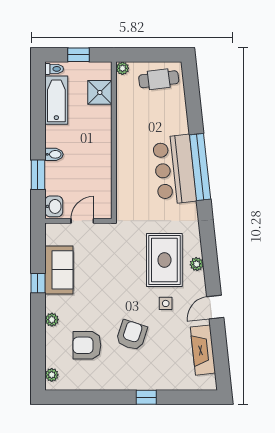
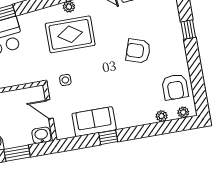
side table: (166, 303) -> (65, 80), moved
plant: (52, 320) -> (162, 116), moved
armchair: (87, 345) -> (175, 87), moved

